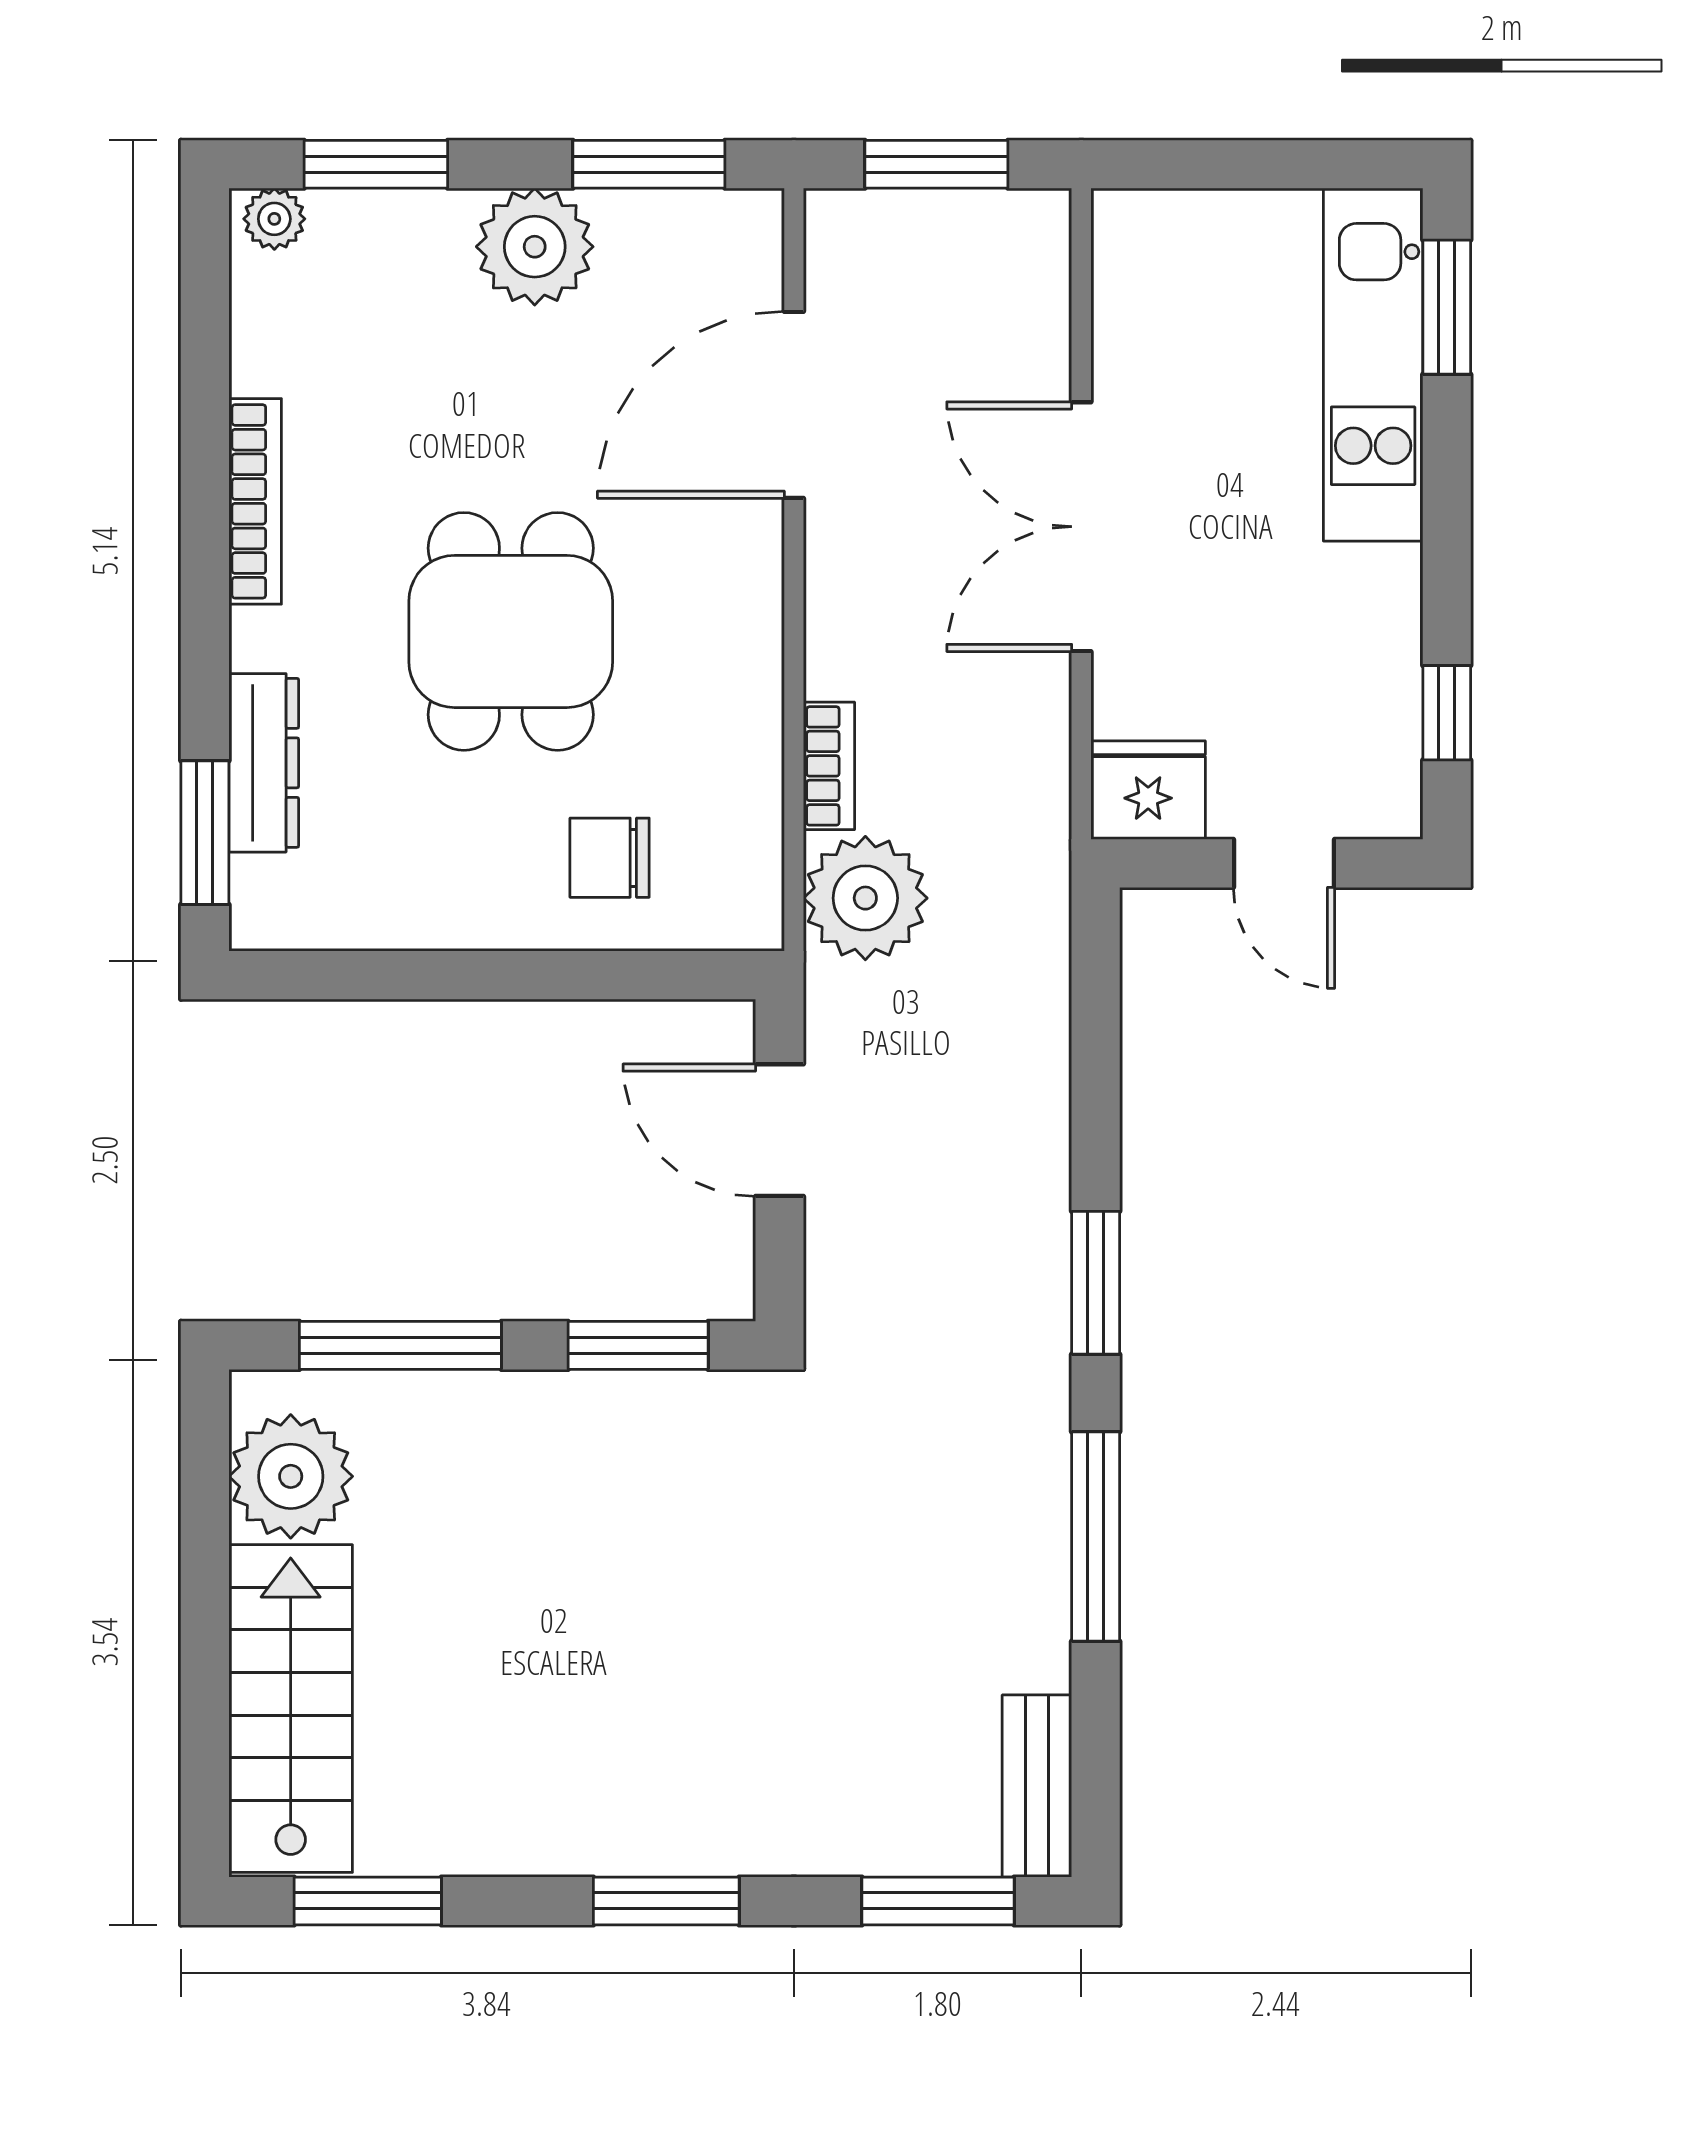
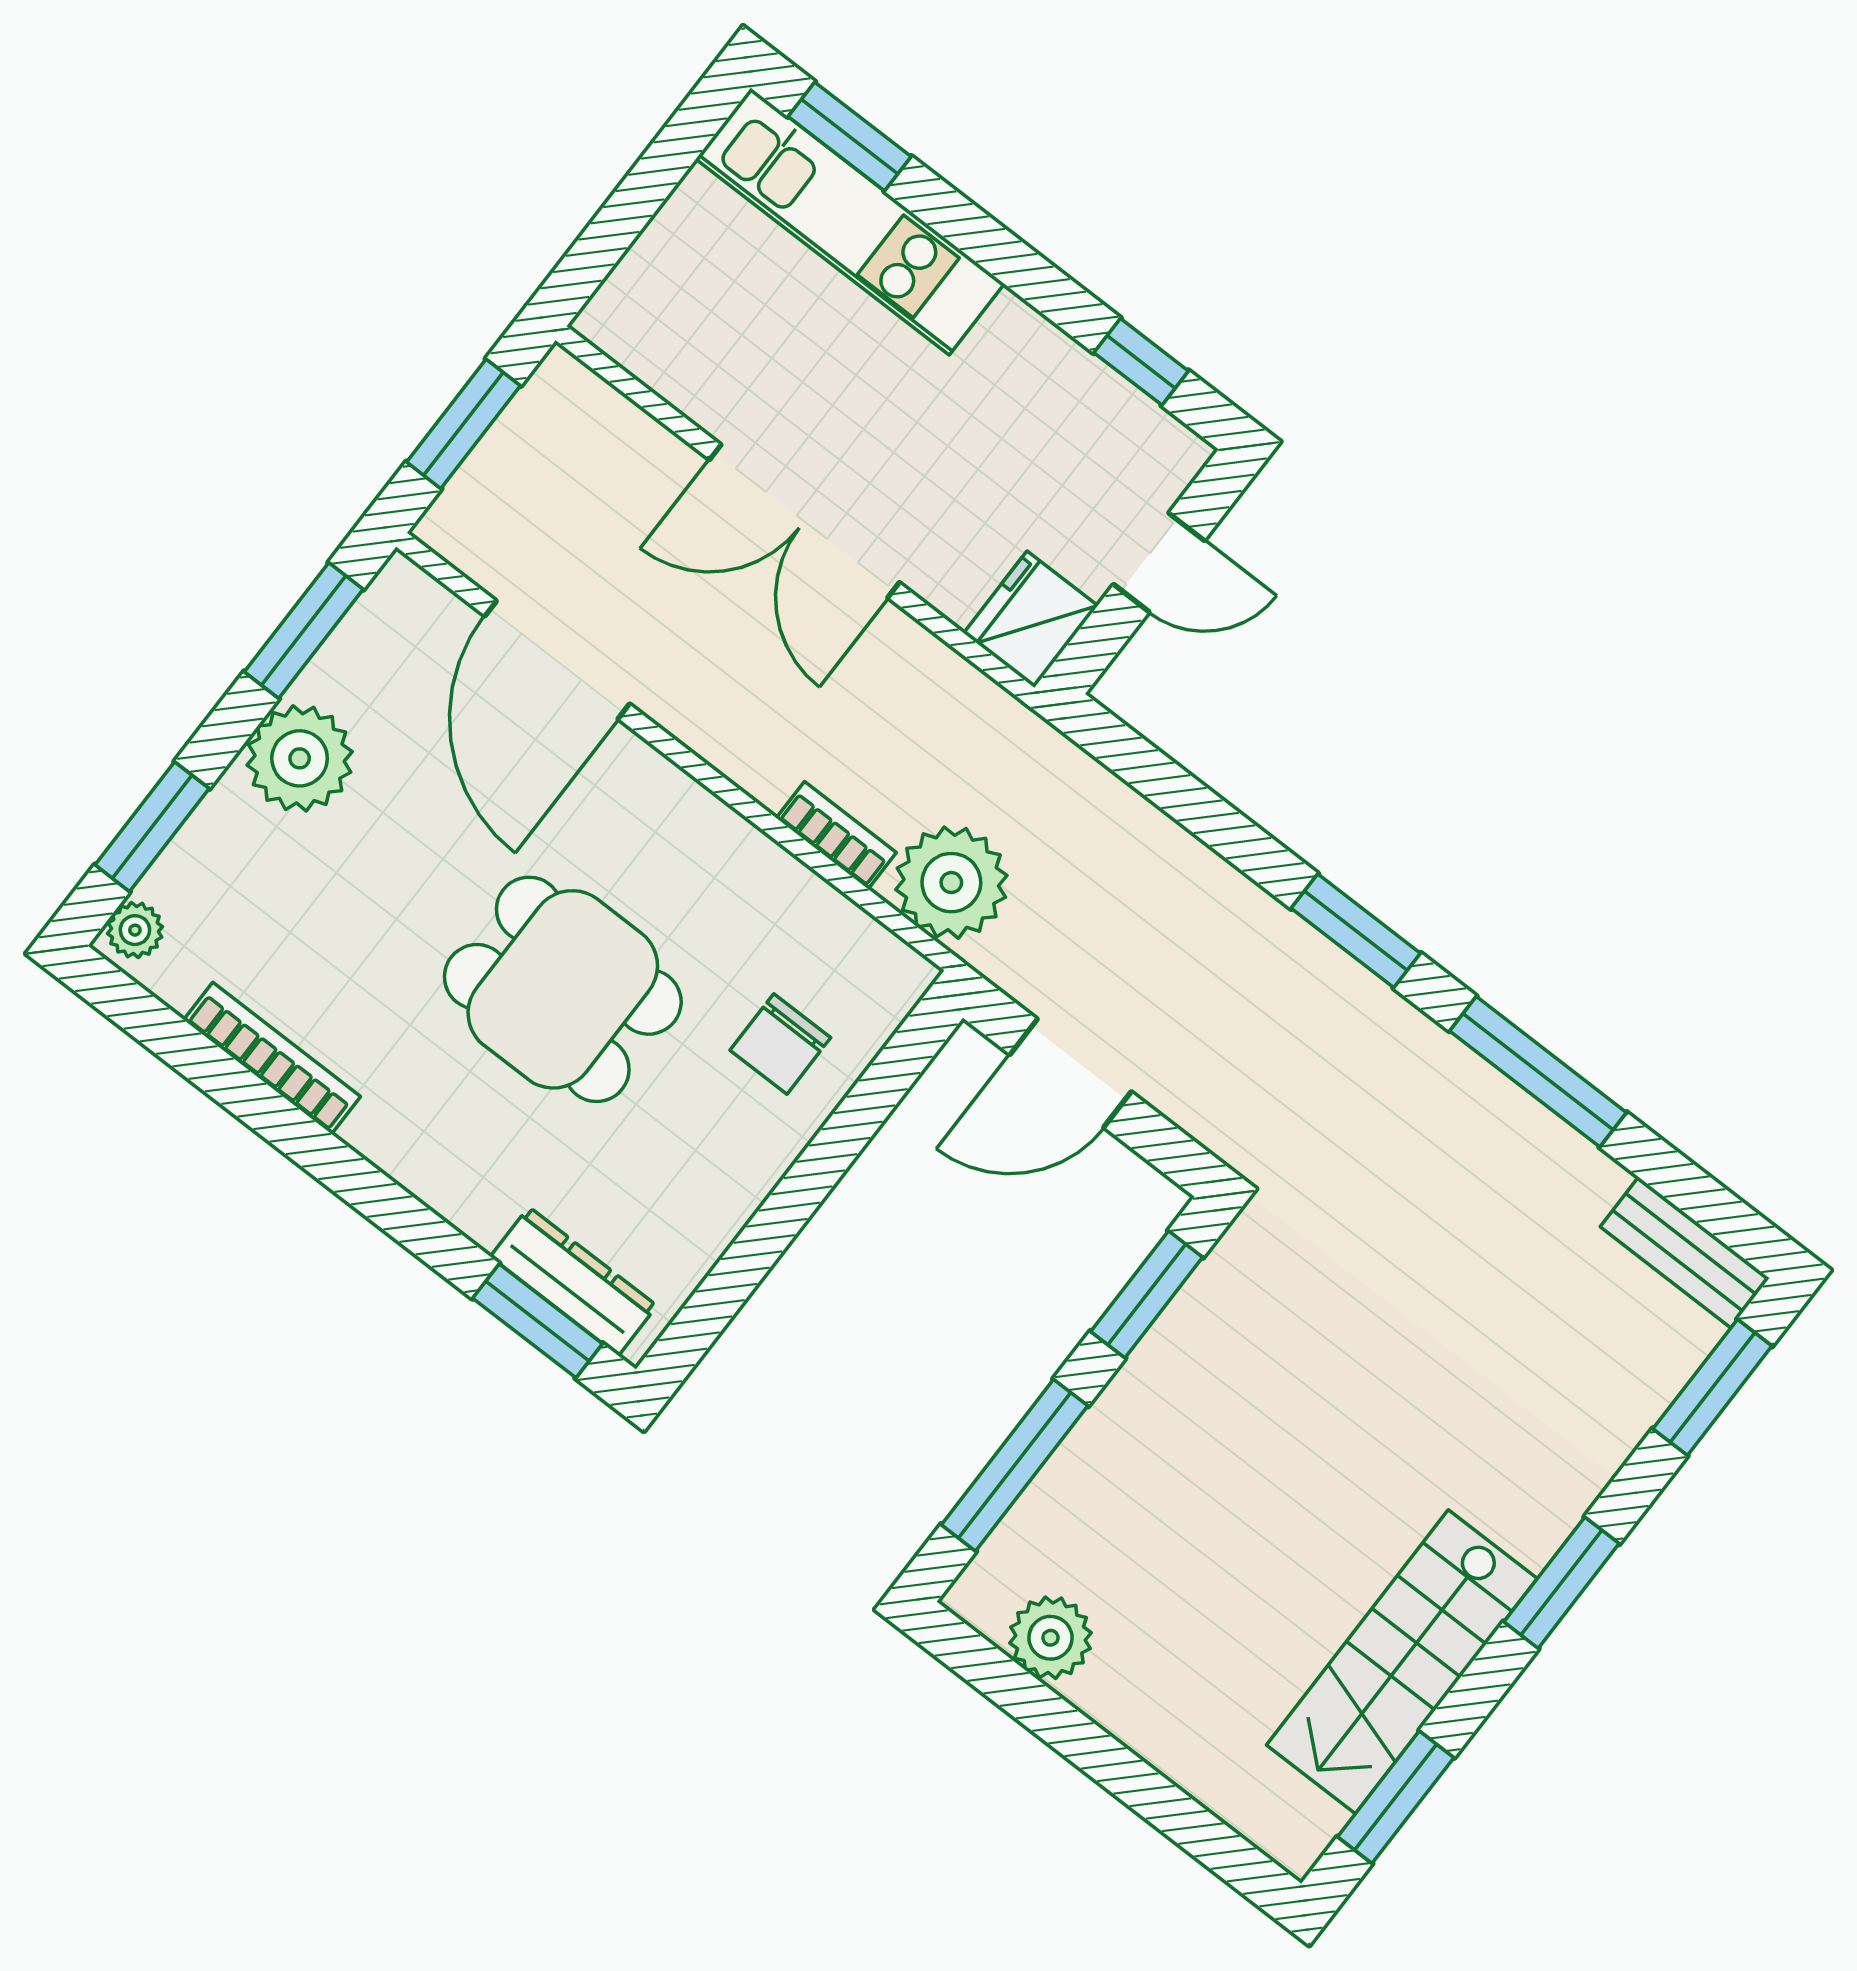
bookcase: (255, 501) -> (272, 1058), moved
dresser: (264, 763) -> (574, 1281), moved
plant: (291, 1476) -> (1050, 1638), width x0.73, depth x0.73
stairs: (291, 1709) -> (1402, 1662), moved, turned -90

